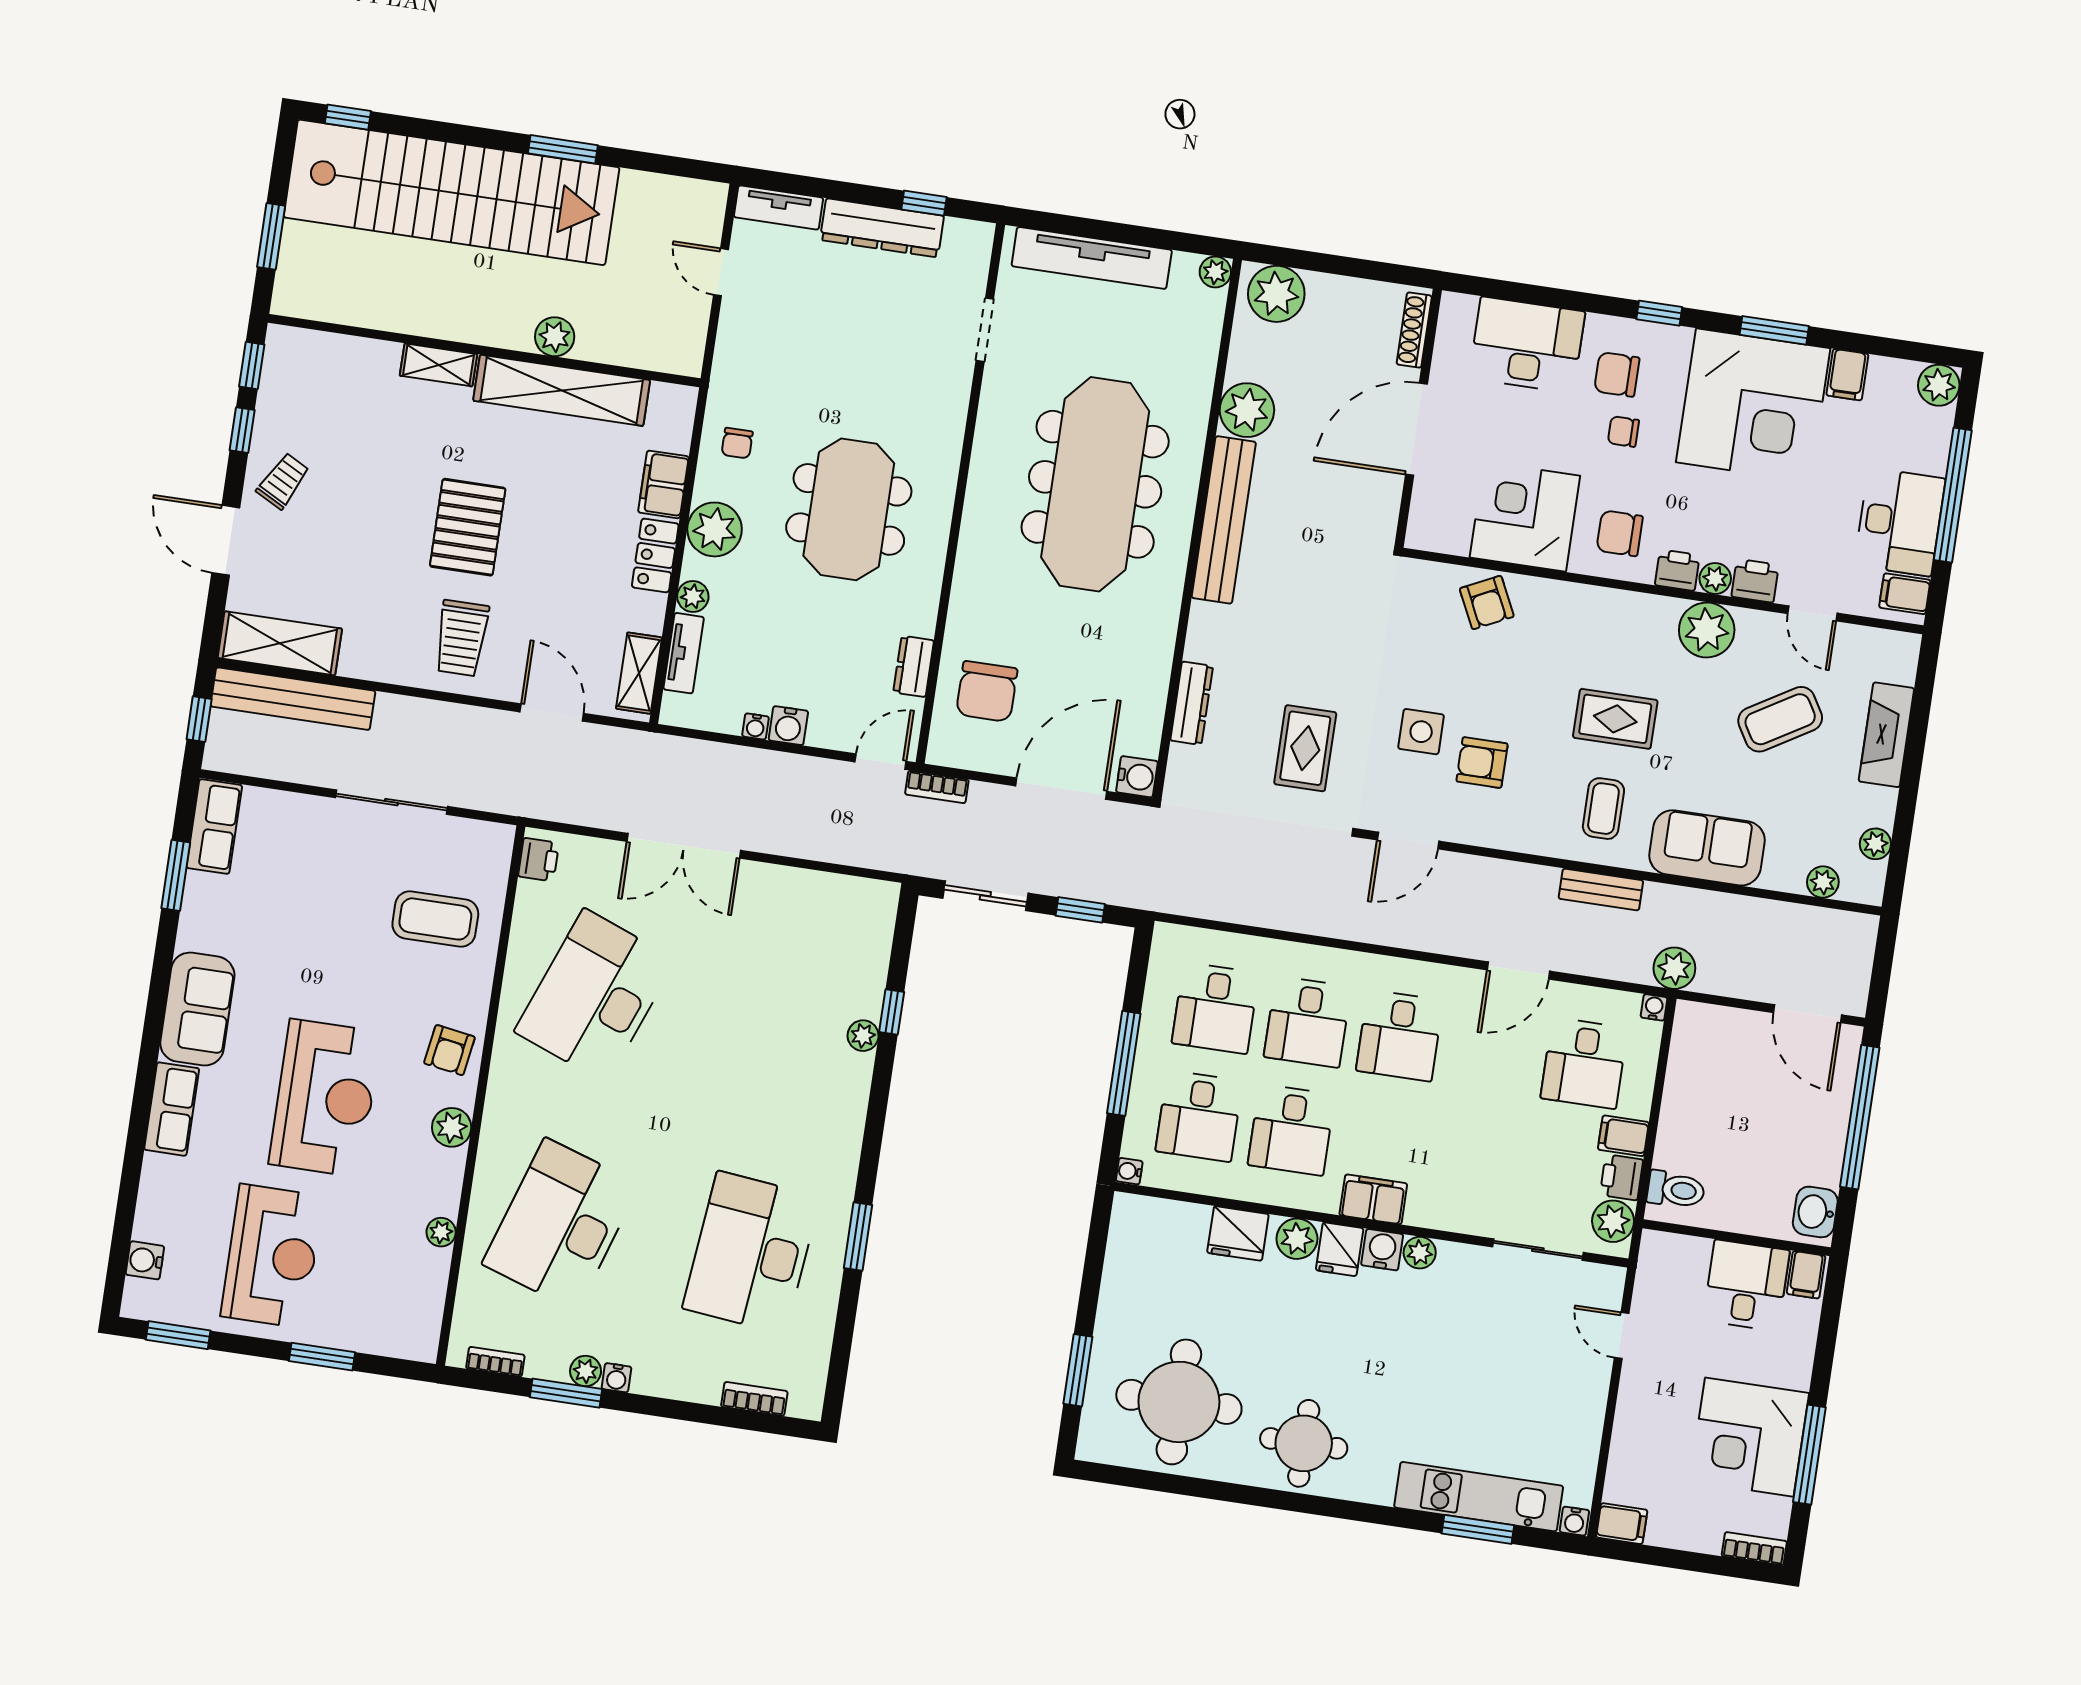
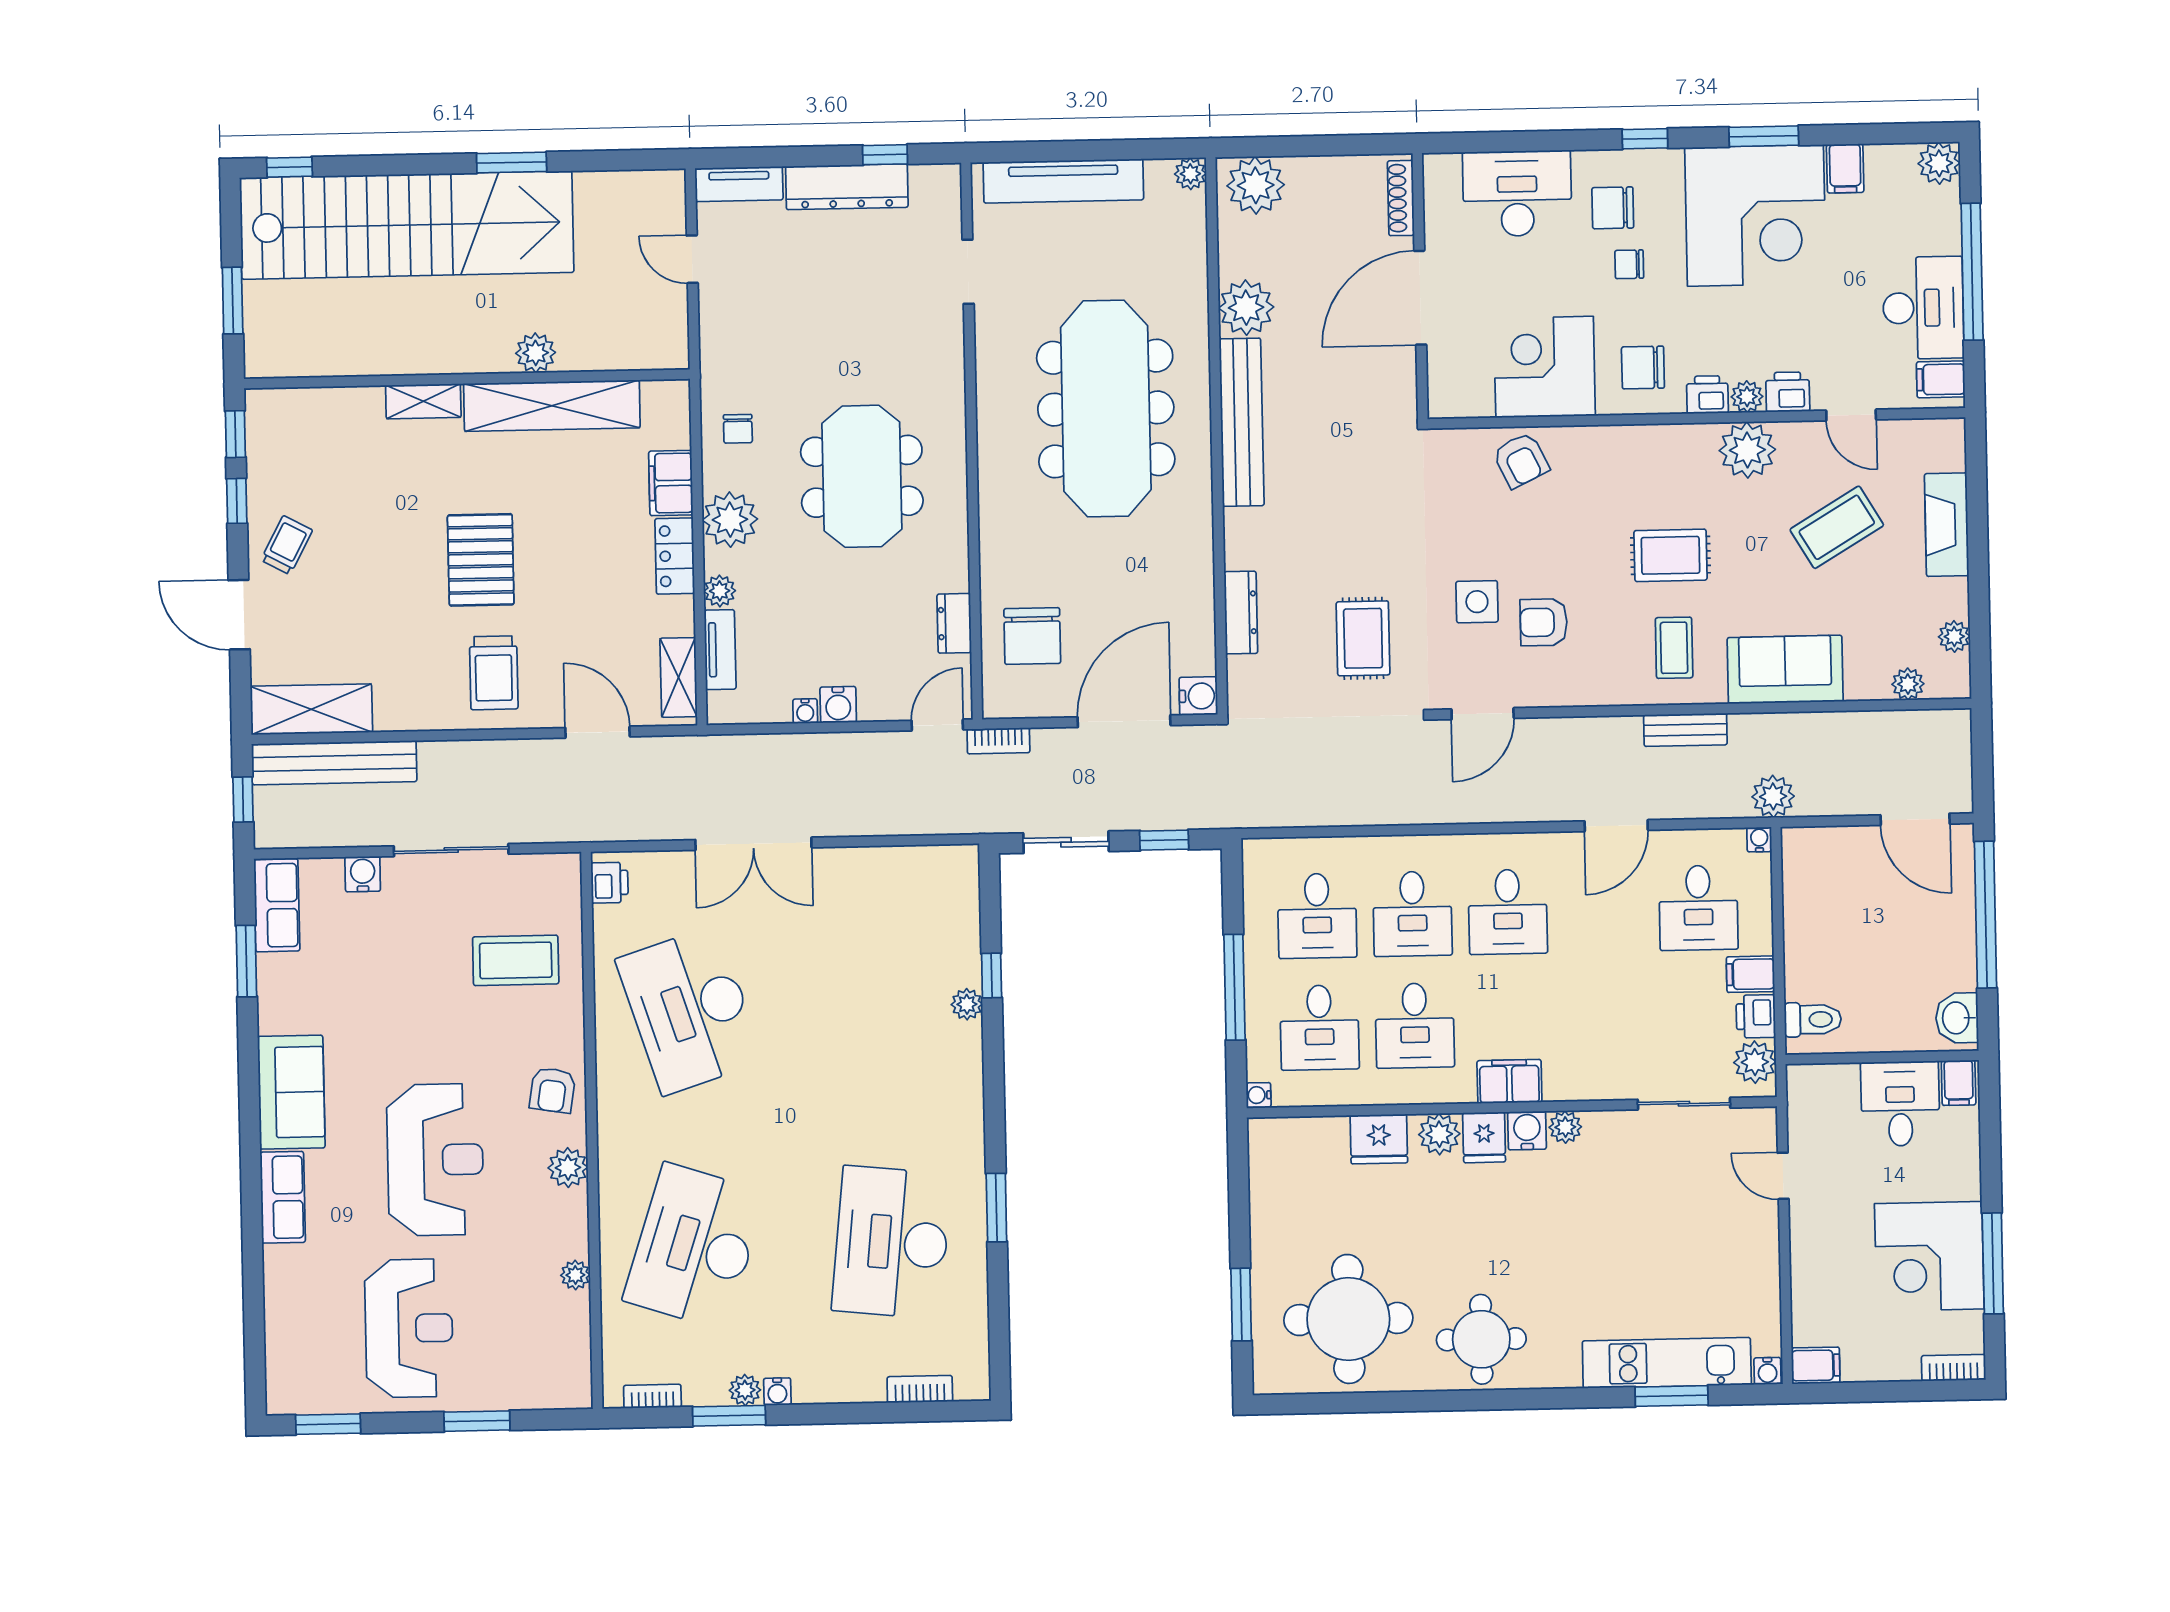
desk: (595, 996) -> (690, 1010), turned -39
water cooler: (145, 1260) -> (363, 874), moved, turned 90

